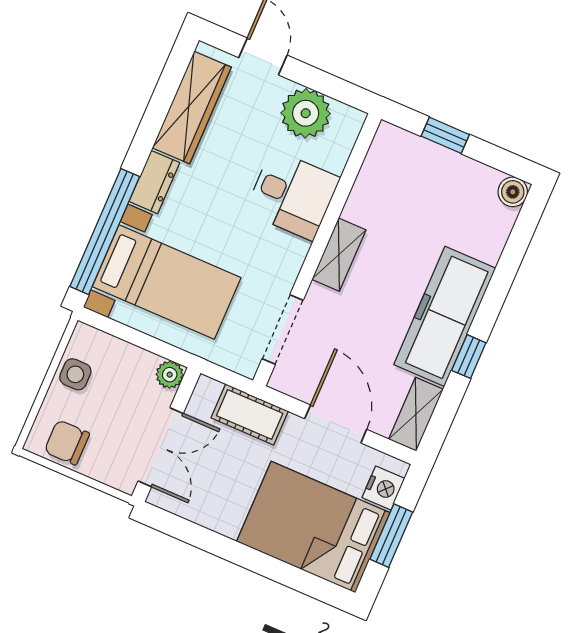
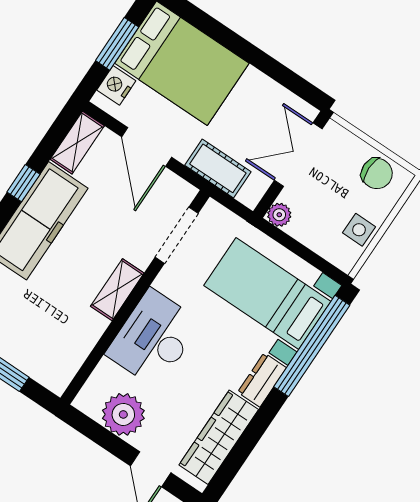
desk: (292, 195) -> (154, 338), width x1.37

